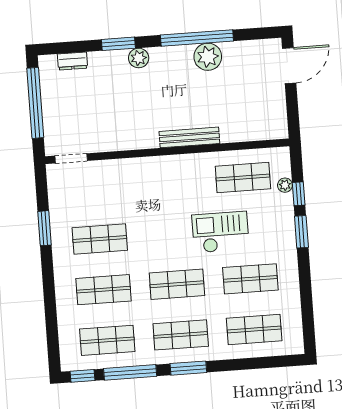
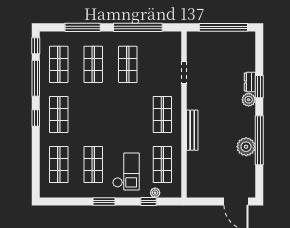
dresser: (72, 61) -> (250, 82), moved
doorway: (71, 158) -> (184, 72), moved
window: (44, 228) -> (138, 27), width x2.11
checkout: (221, 232) -> (126, 172), moved
window: (301, 232) -> (104, 201), moved
shop shelf: (177, 284) -> (162, 114), moved
window: (50, 309) -> (83, 27), added
window: (188, 368) -> (36, 118), width x0.67

